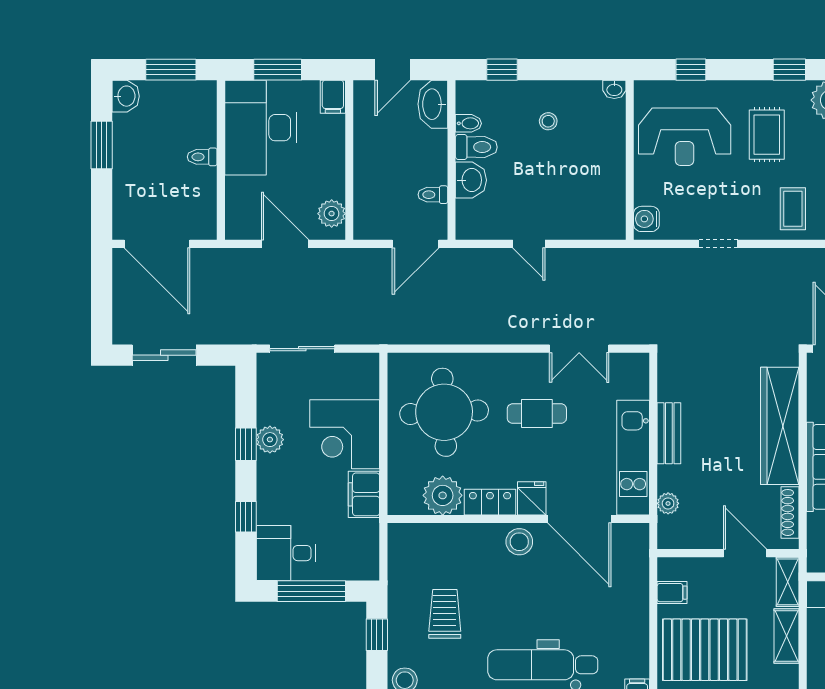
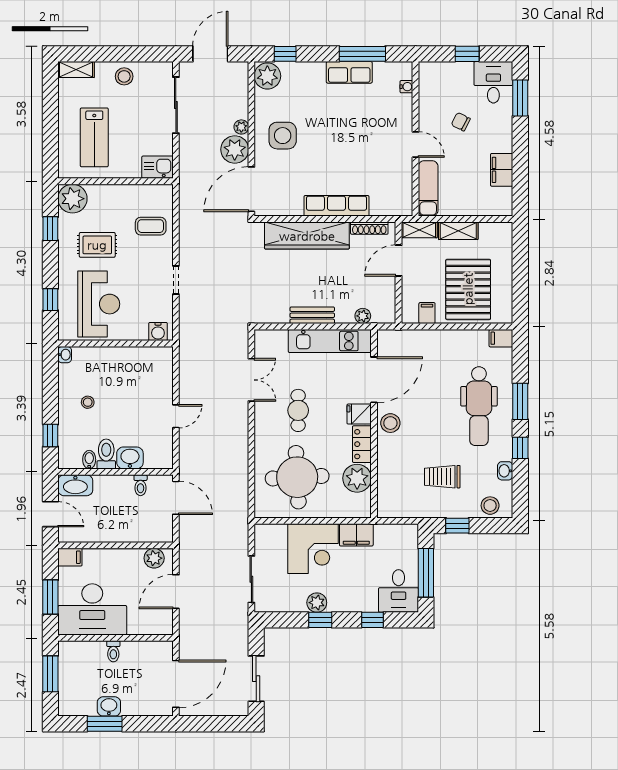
washbasin: (126, 96) -> (109, 706), moved

